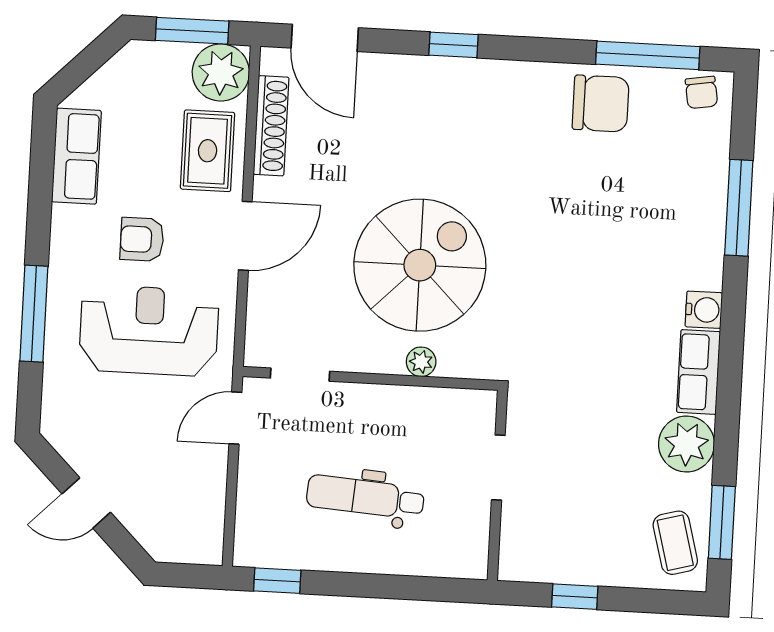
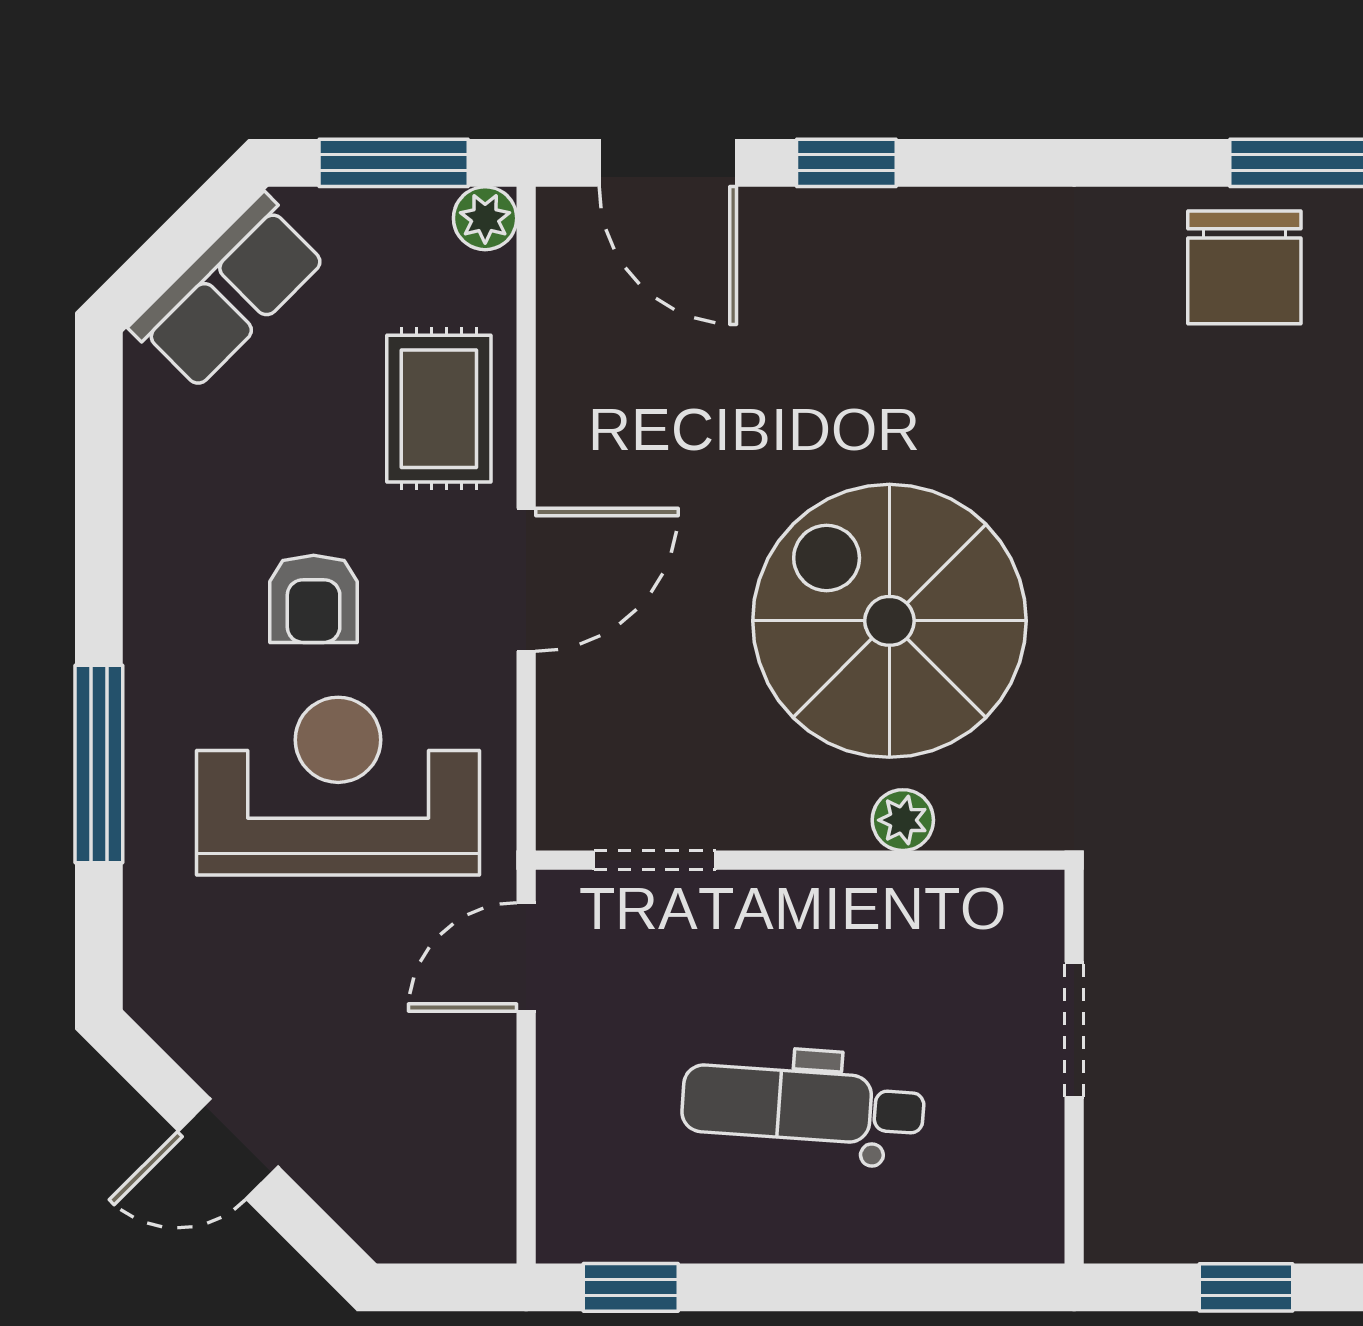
window: (453, 45) -> (846, 163), moved
plant: (221, 73) -> (485, 218), width x0.53, depth x0.53
chair: (601, 104) -> (1244, 267), turned 90
shoe rack: (271, 126) -> (567, 350), removed
row of seats: (76, 156) -> (228, 292), moved, turned 45
armchair: (142, 239) -> (314, 599), turned -90
spiral stairs: (420, 265) -> (889, 621), turned -90

